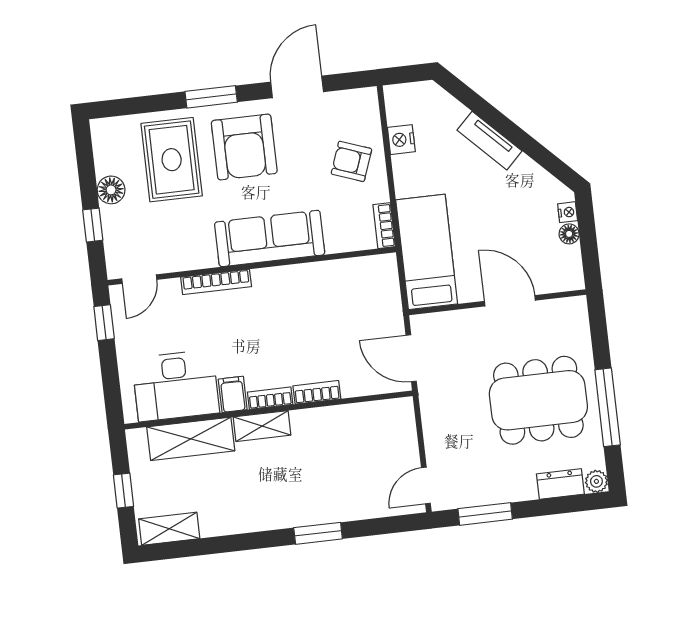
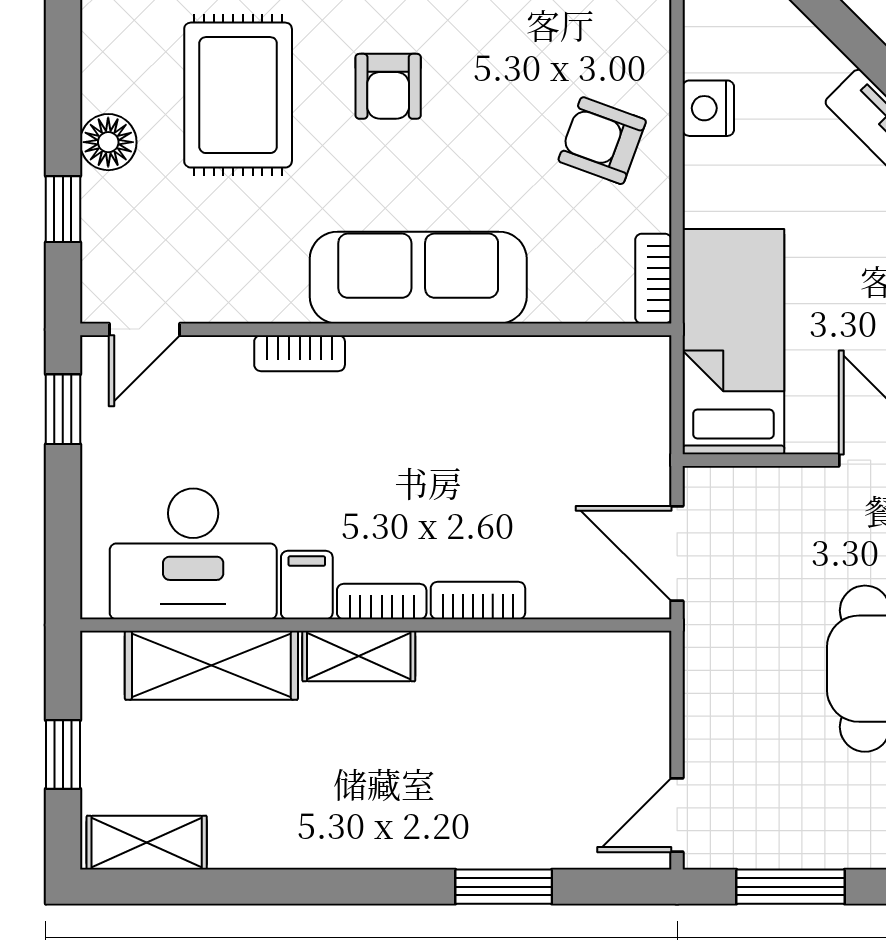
armchair: (244, 147) -> (388, 86), width x0.53, depth x0.53
bookcase: (216, 282) -> (300, 353), width x0.64
window: (318, 533) -> (504, 887), moved

